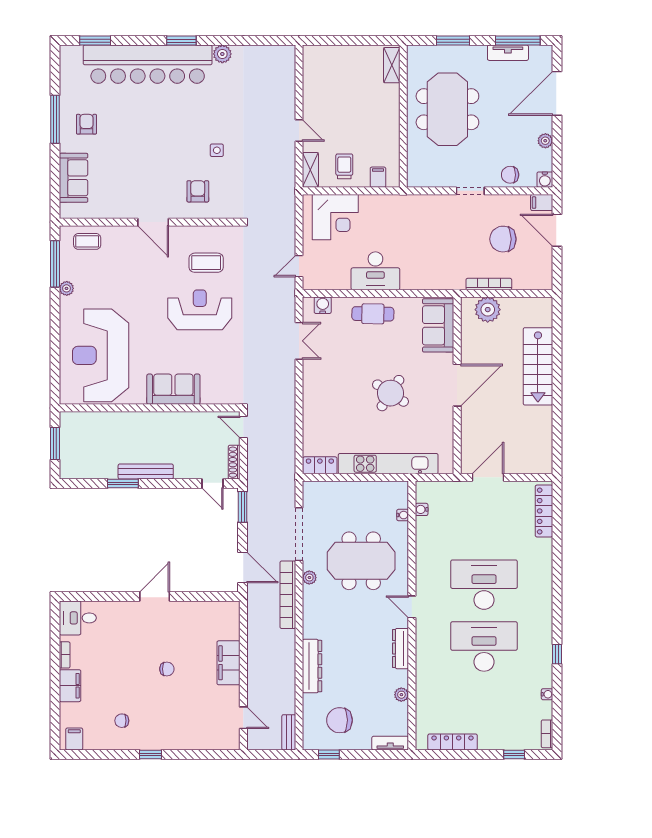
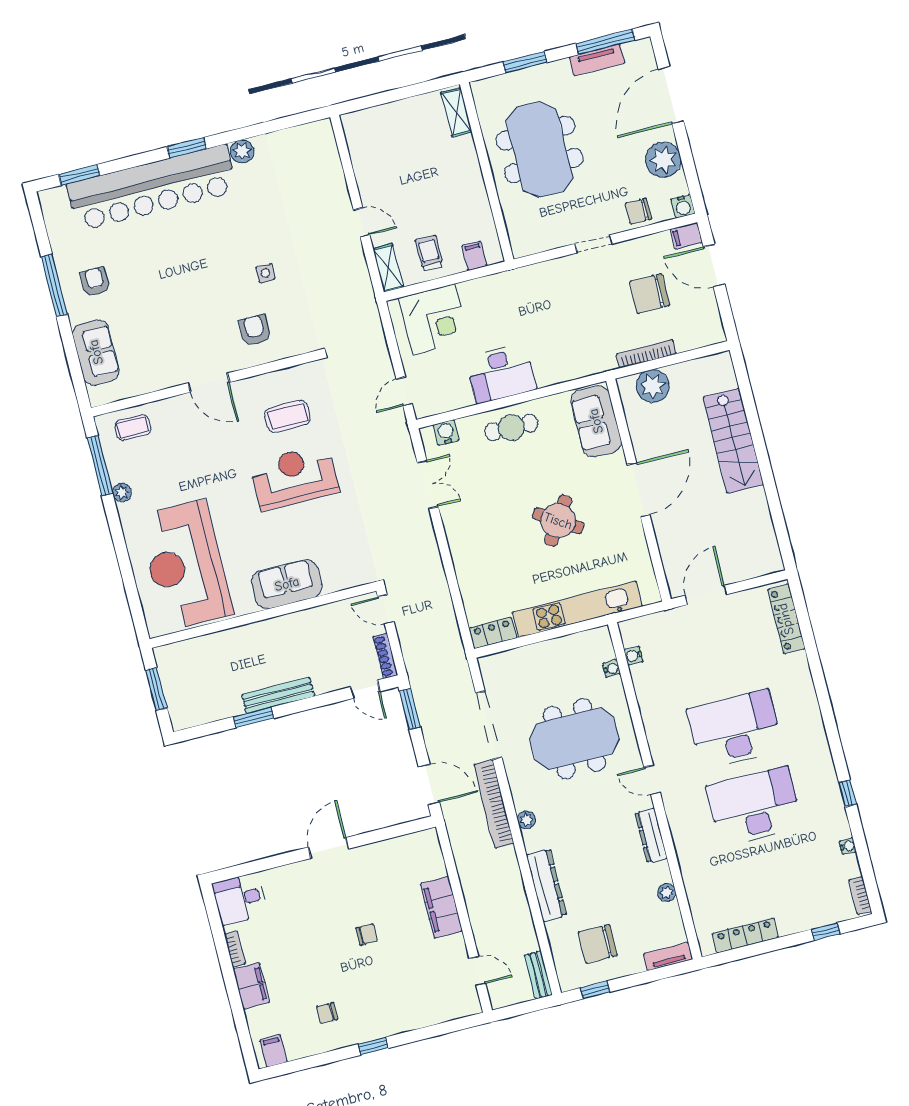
plant: (545, 141) -> (663, 160), width x1.88, depth x1.88
plant: (309, 578) -> (526, 820), moved

